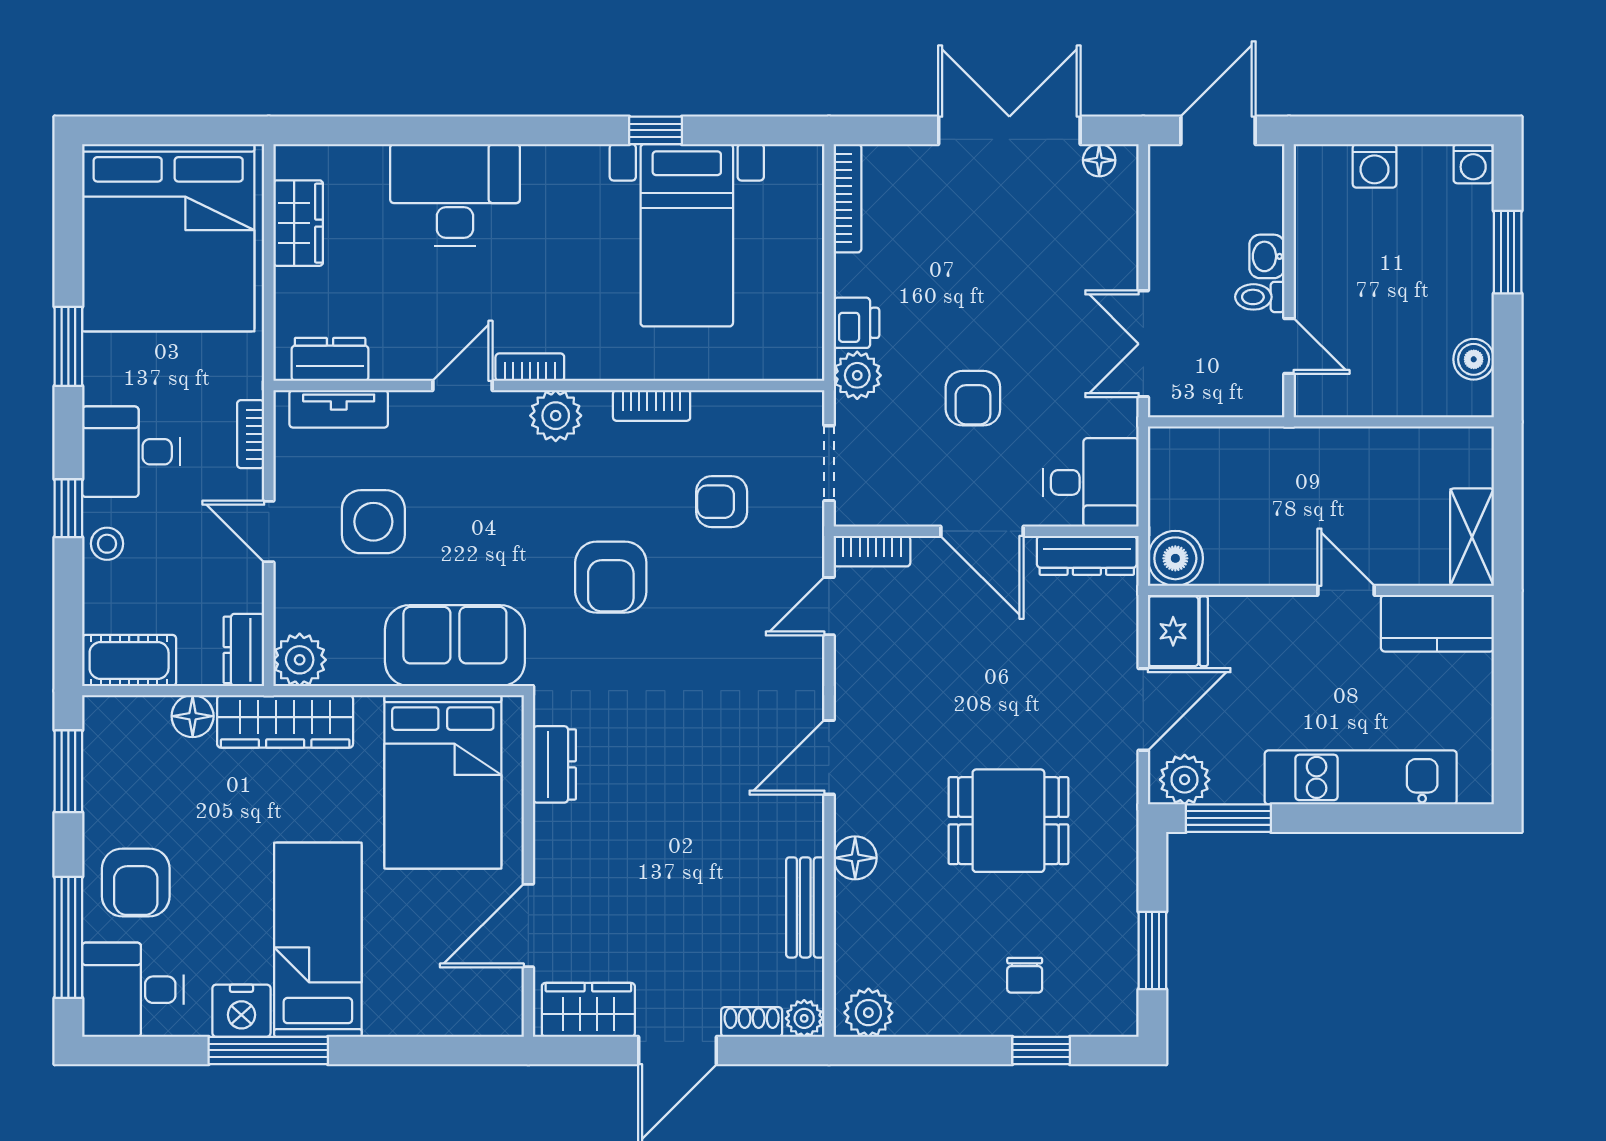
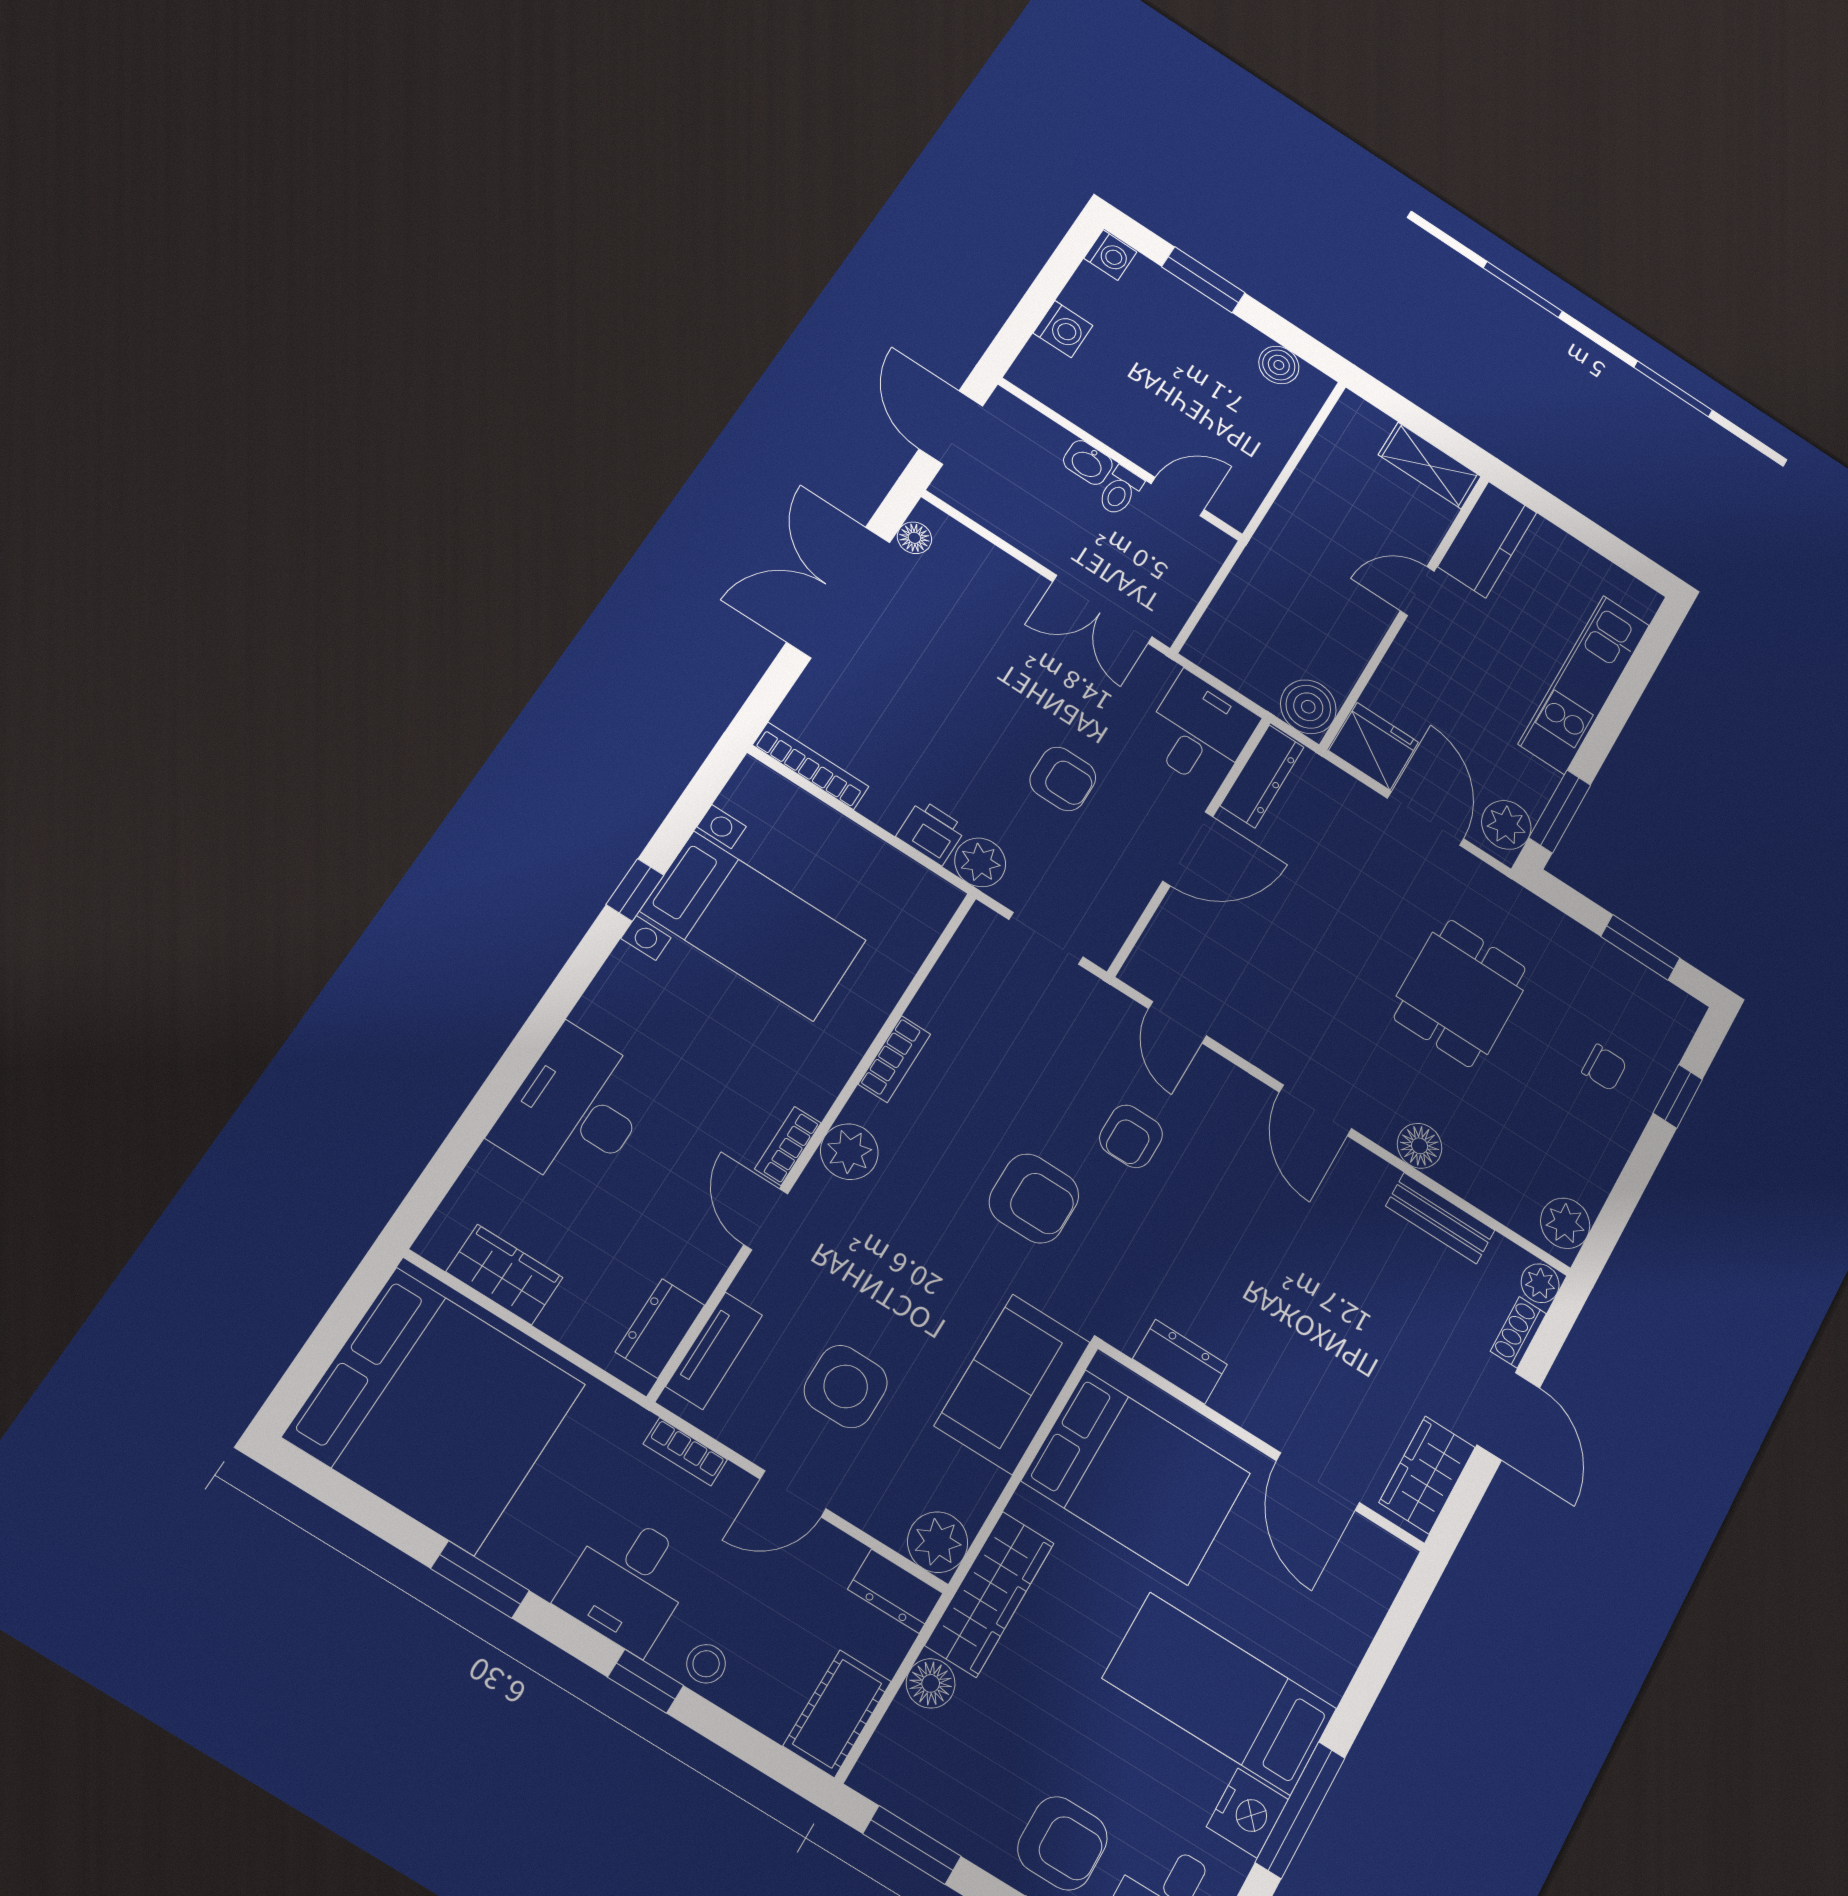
armchair: (722, 502) -> (1131, 1136), moved
bookcase: (872, 551) -> (1149, 953), removed

